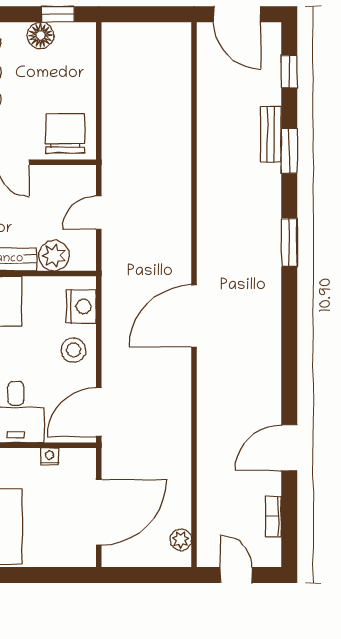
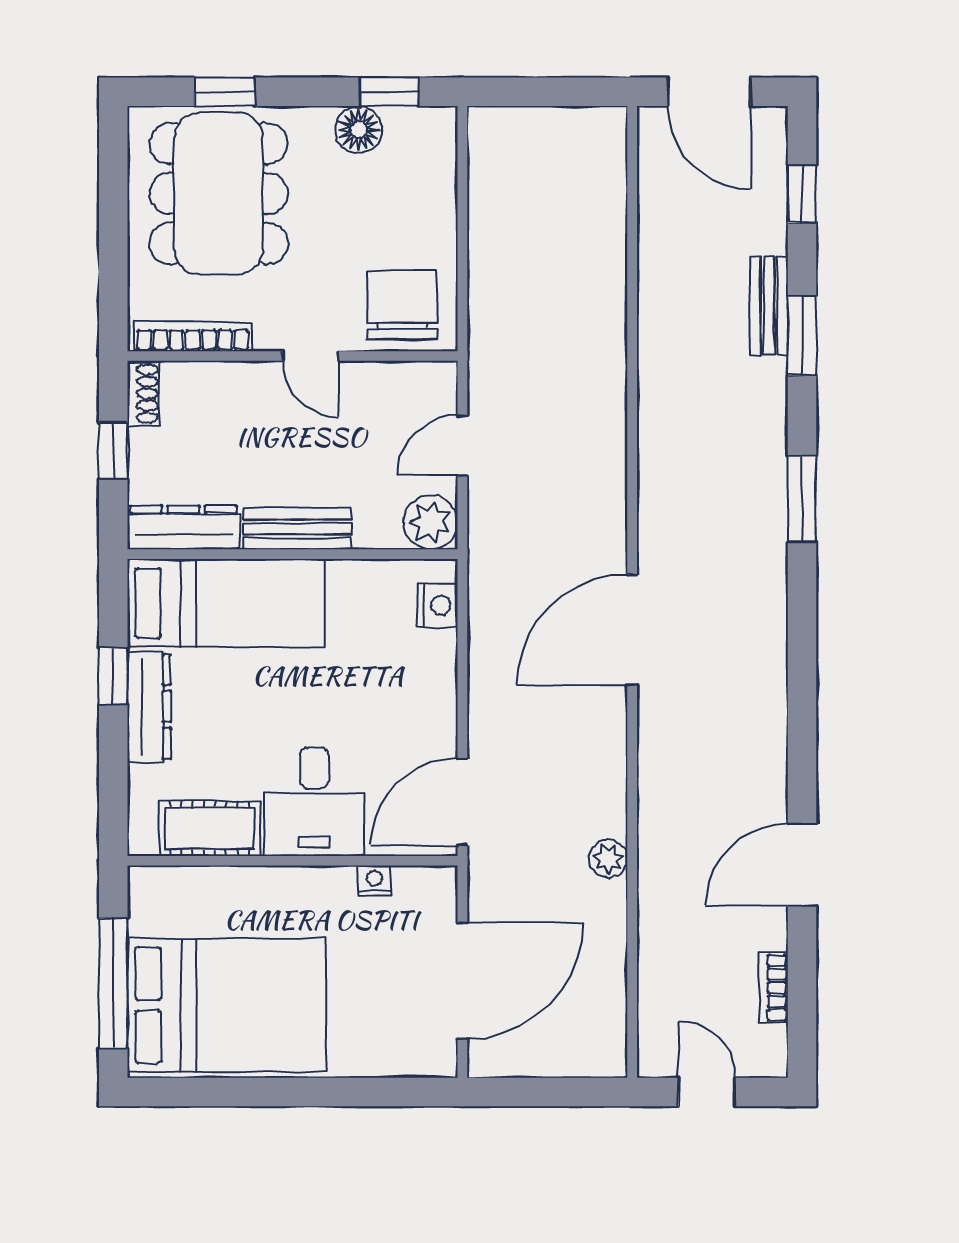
plant: (54, 256) -> (431, 522), moved
nightstand: (81, 307) -> (437, 605), width x0.74, depth x0.75
stool: (73, 350) -> (417, 691), removed
plant: (181, 540) -> (608, 859), moved

